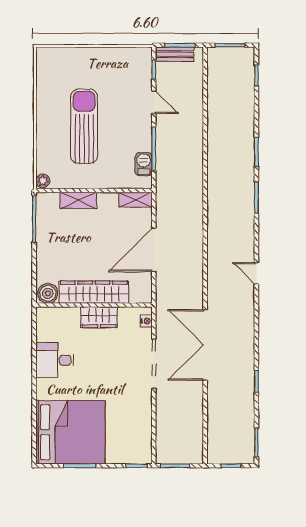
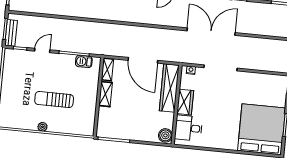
sun lounger: (84, 126) -> (54, 100), width x0.73, depth x0.75
plant: (43, 181) -> (42, 127), moved
shelving: (78, 200) -> (106, 94), moved
wardrobe: (94, 292) -> (169, 88), moved
double door: (205, 345) -> (211, 32), swing flipped
desk: (55, 360) -> (189, 128), moved, turned 90

